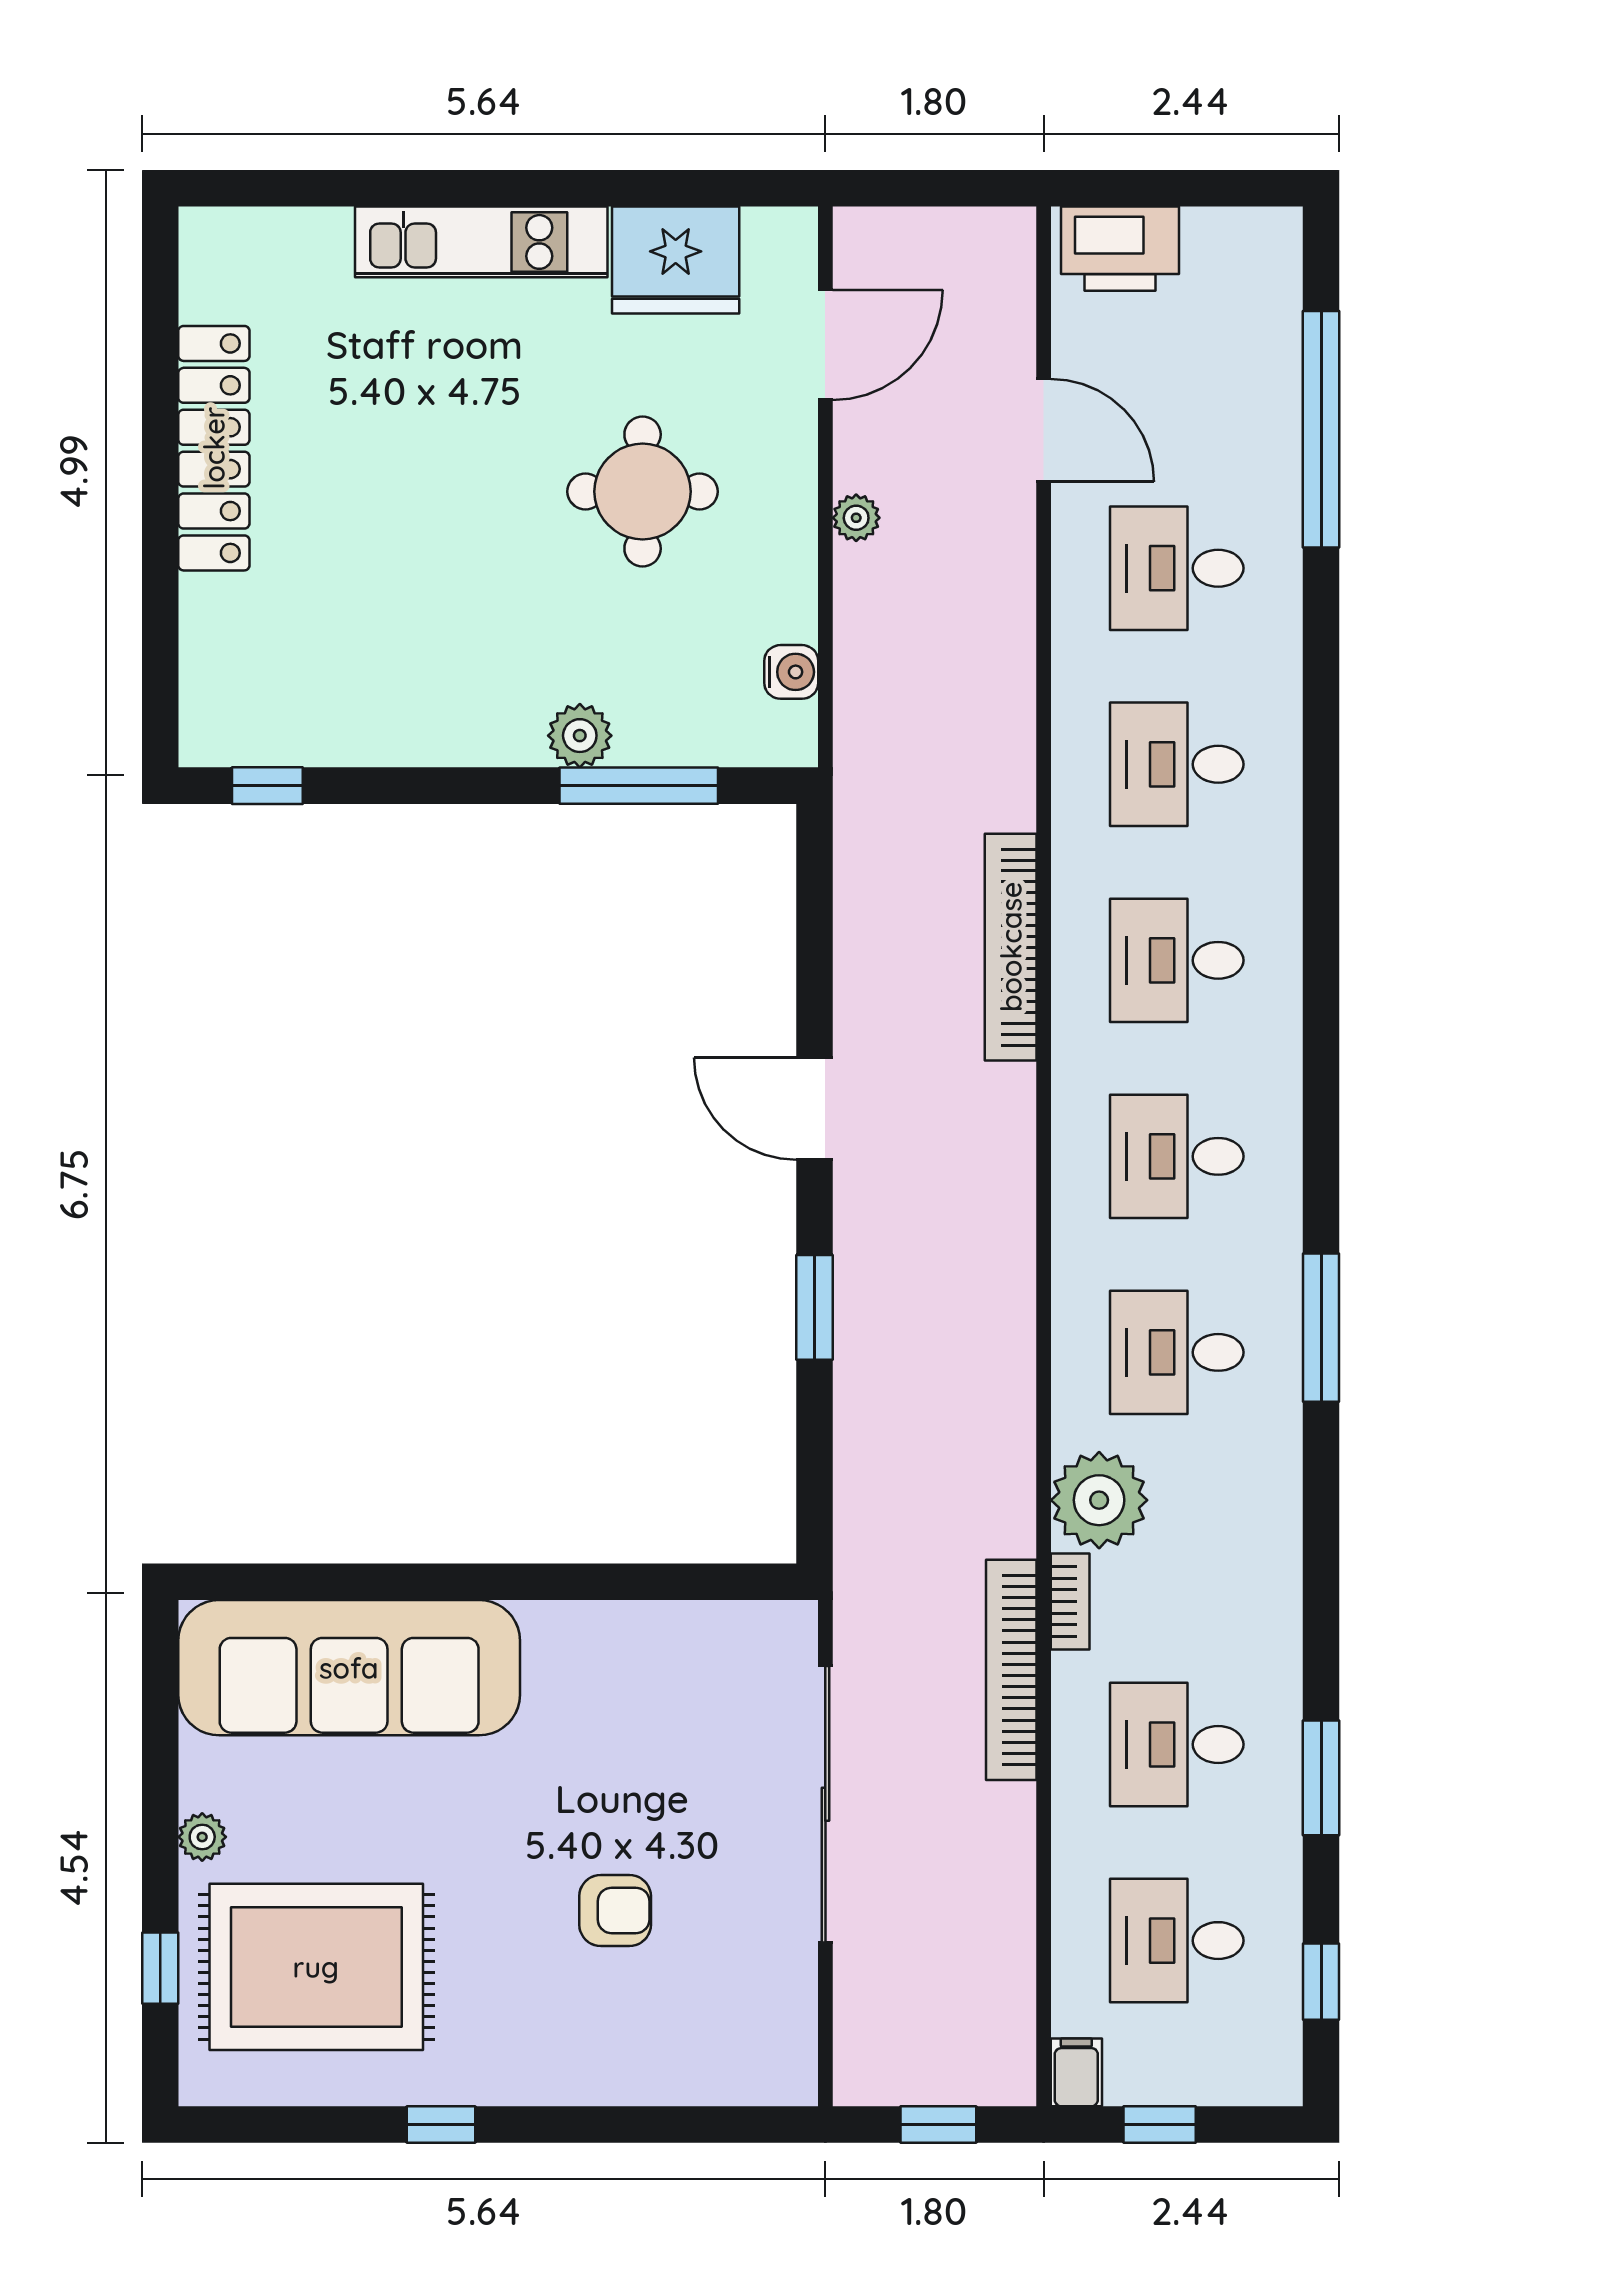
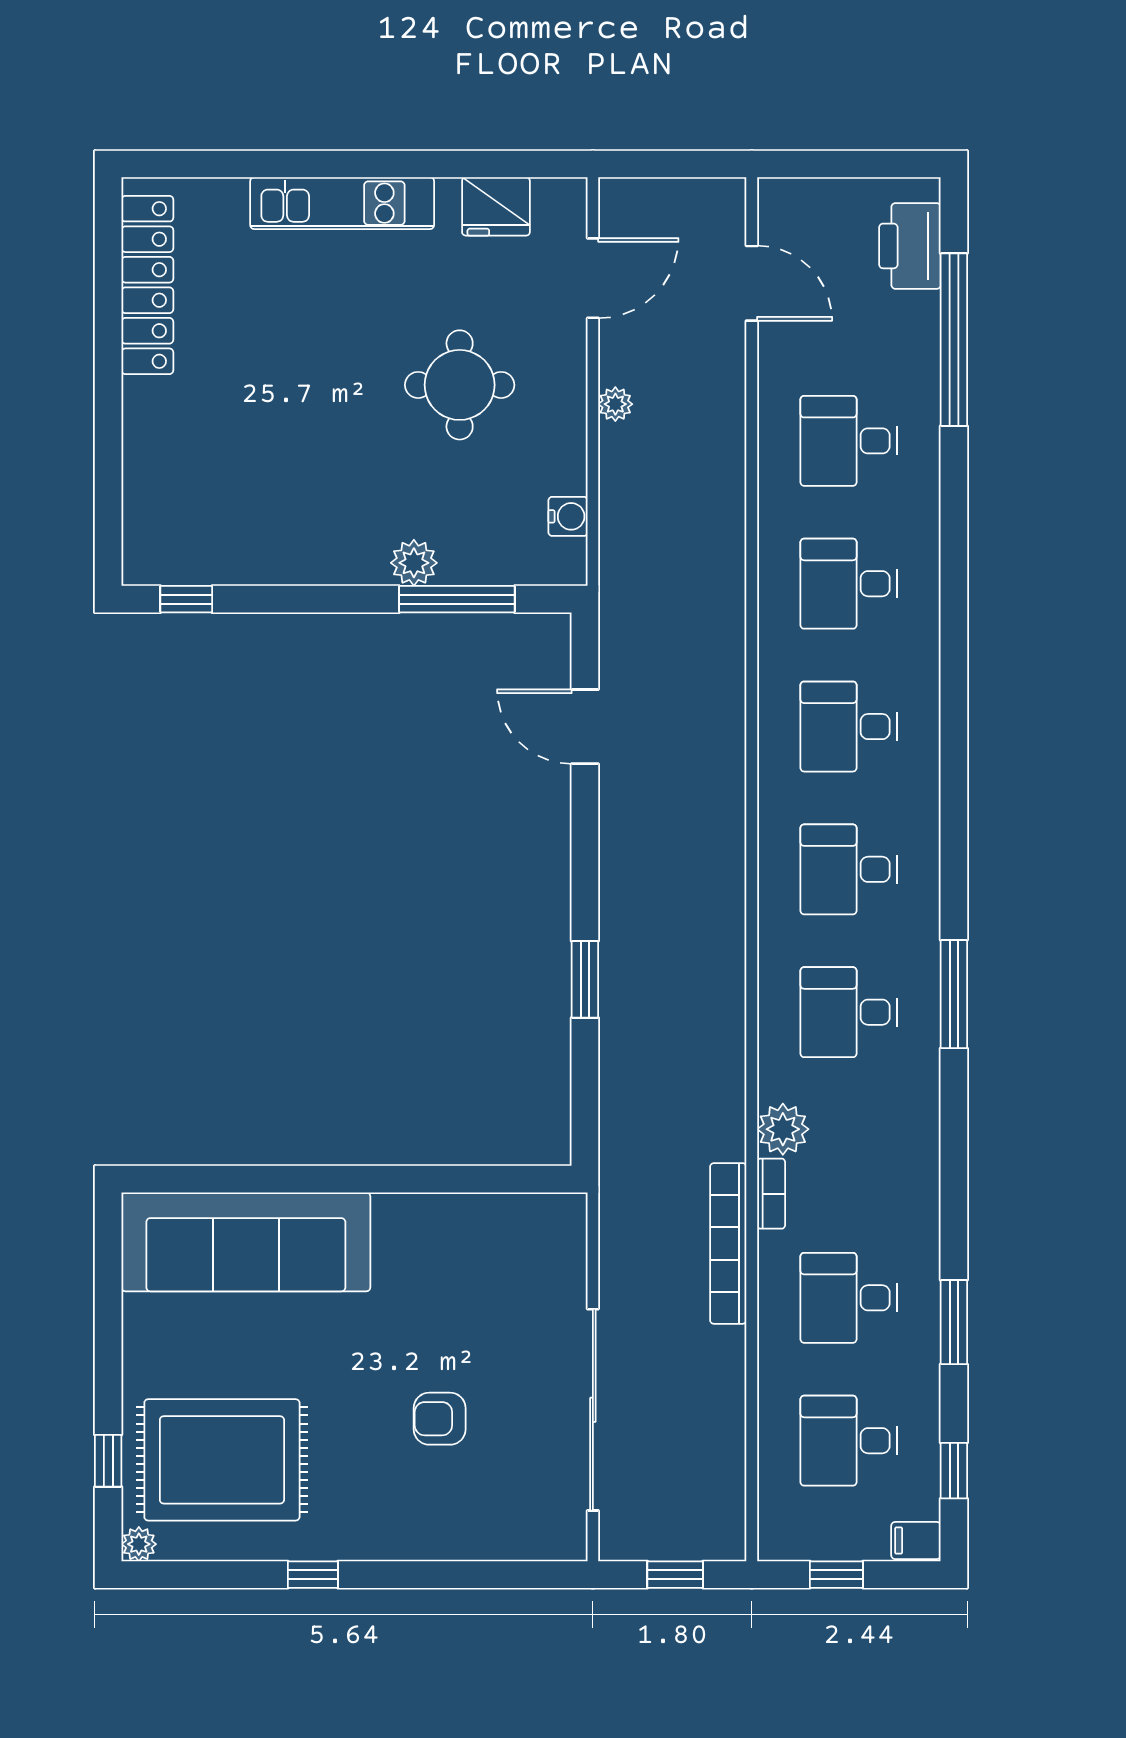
printer: (1120, 249) -> (910, 246), moved, turned 90
fridge: (676, 260) -> (496, 206), width x0.73, depth x0.75
door: (1044, 430) -> (752, 283), moved
locker: (214, 448) -> (147, 285), moved
bookcase: (1011, 947) -> (728, 717), removed
door: (815, 1109) -> (585, 727), moved
plant: (1099, 1500) -> (783, 1129), width x0.73, depth x0.73
sliding door: (825, 1804) -> (593, 1410), moved
plant: (202, 1837) -> (139, 1544), moved
armchair: (615, 1910) -> (440, 1419), turned 180
filing cabinet: (1076, 2072) -> (916, 1541), moved, turned -90

